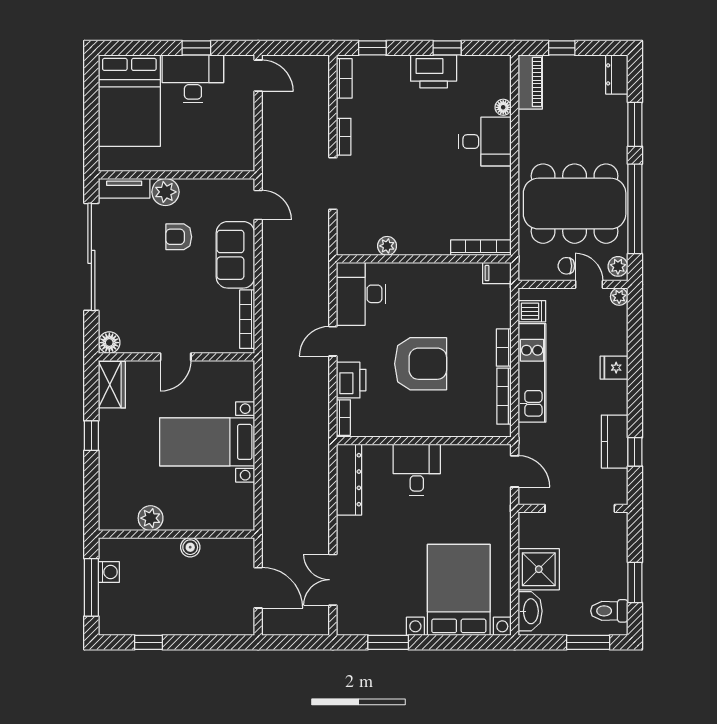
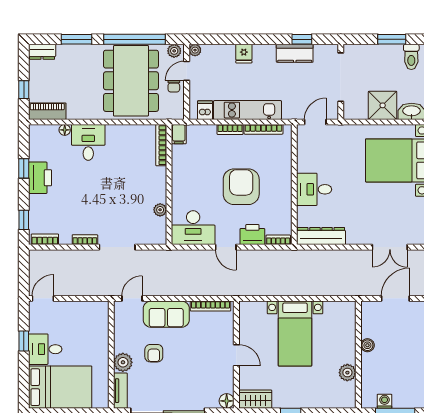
desk: (193, 79) -> (45, 349), width x0.73

